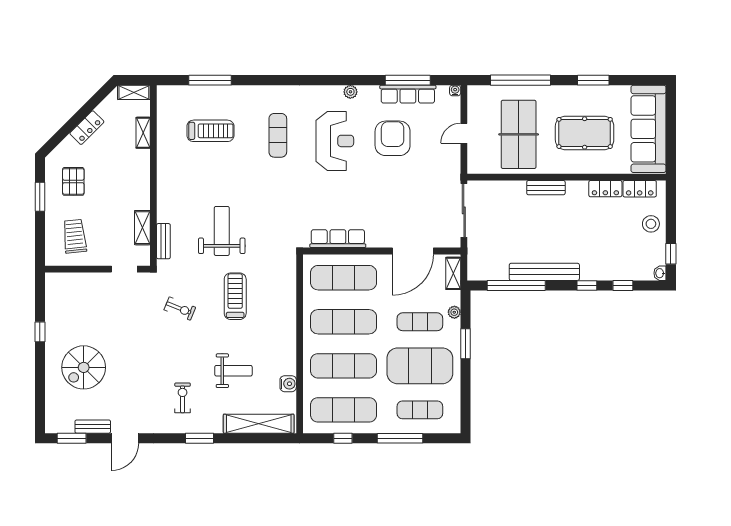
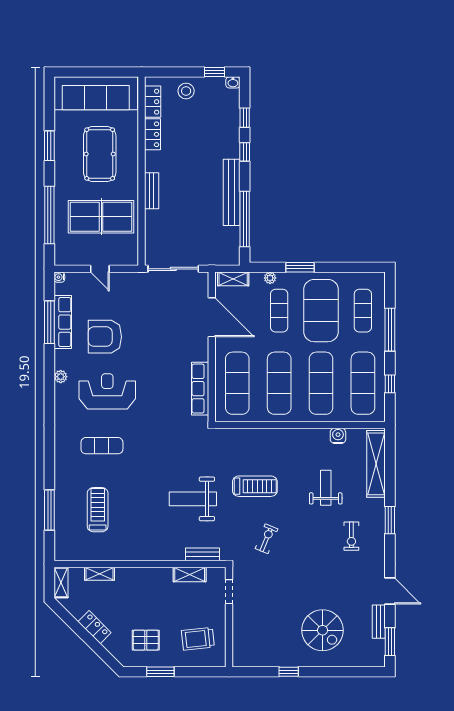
treadmill: (235, 296) -> (255, 486), turned 180
exercise bike: (183, 398) -> (351, 536), turned -90

